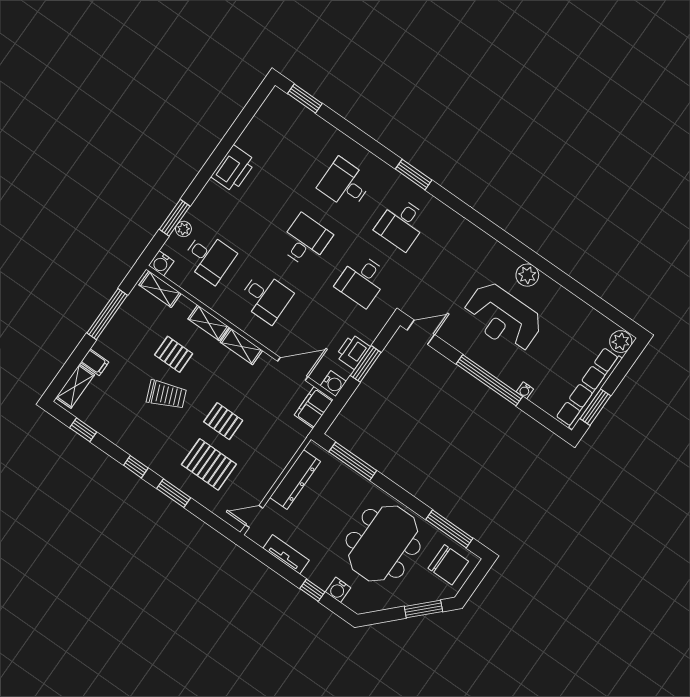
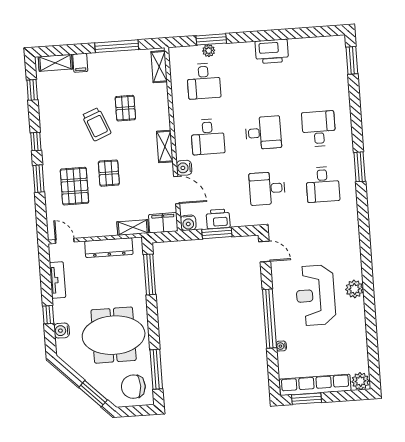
desk: (402, 224) -> (323, 184), turned -90
water cooler: (161, 263) -> (184, 168), moved
shelving: (209, 323) -> (133, 227), moved, turned 90
chair: (448, 565) -> (133, 387), turned 90

